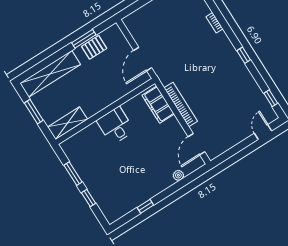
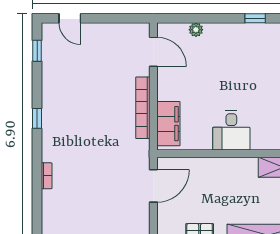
door: (263, 132) -> (70, 18), hinge flipped
door: (197, 144) -> (153, 52), hinge flipped

